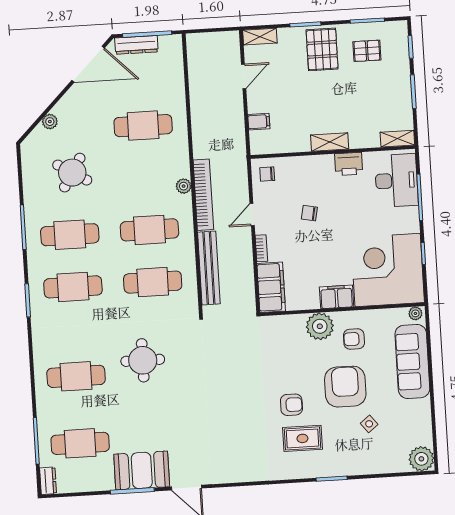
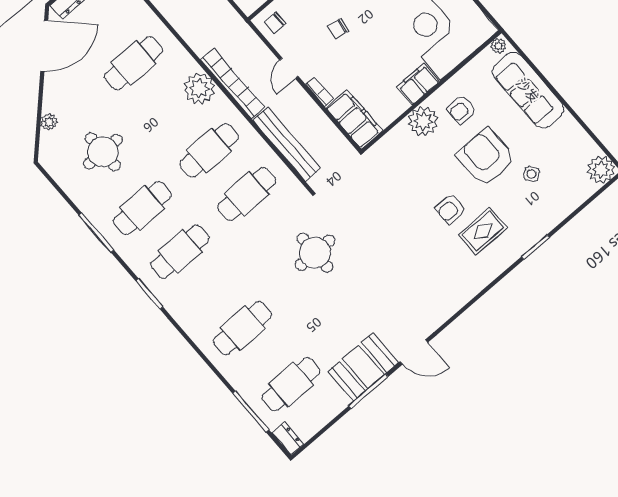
round table: (72, 173) -> (103, 152), turned -31
plant: (184, 186) -> (199, 88), width x1.87, depth x1.87
round table: (143, 360) -> (315, 253), moved
armchair: (291, 405) -> (451, 209), turned 180

